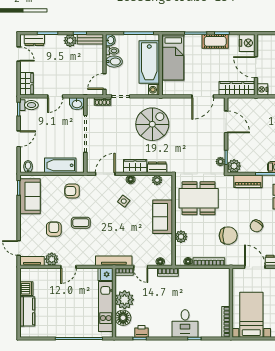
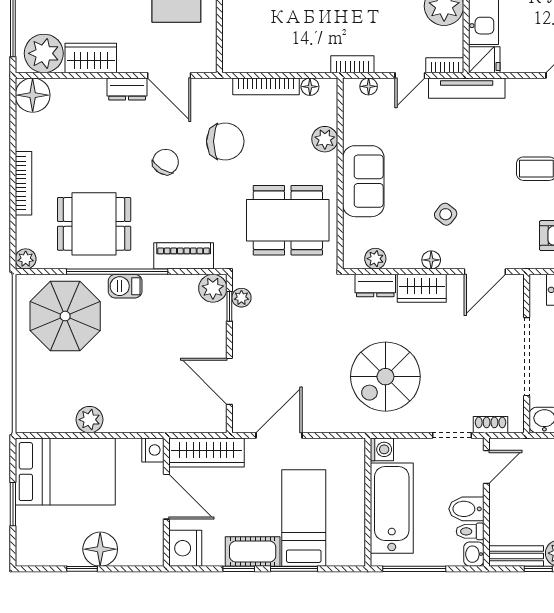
bed: (173, 57) -> (304, 518), moved
chair: (228, 236) -> (225, 141), turned 180
door: (141, 267) -> (410, 75), swing flipped

